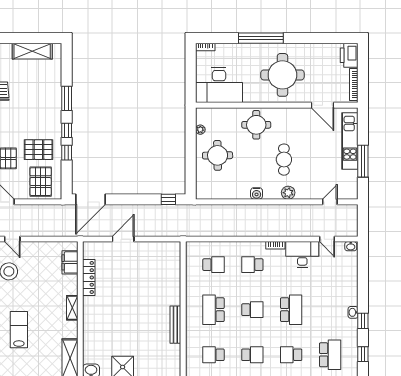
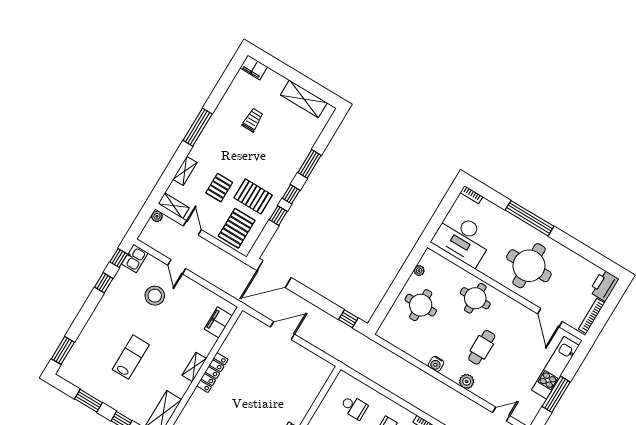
locker: (89, 277) -> (212, 373), moved

